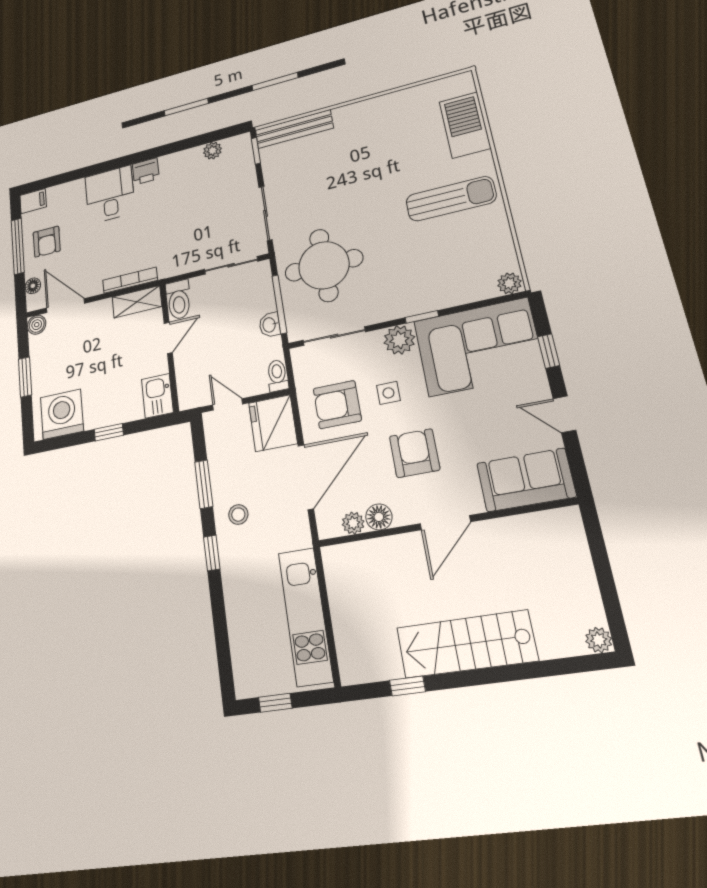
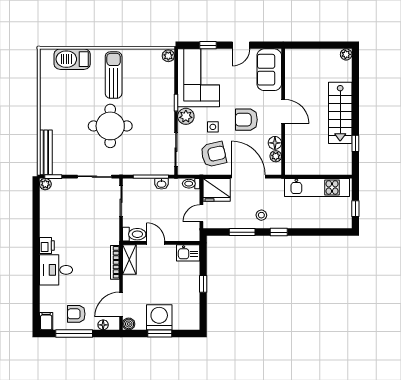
plant: (212, 151) -> (45, 184), moved
armchair: (47, 242) -> (76, 314), turned 180
round table: (324, 265) -> (110, 126), moved
armchair: (337, 405) -> (214, 154), turned -103
washing machine: (62, 414) -> (159, 317), moved, turned 90

